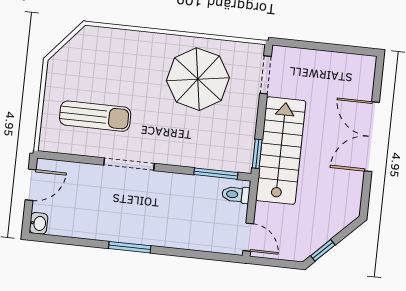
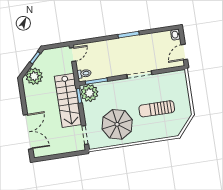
sun lounger: (95, 116) -> (157, 109), moved
double door: (372, 137) -> (28, 132), moved
plant: (236, 154) -> (89, 93), added
plant: (334, 215) -> (34, 76), added
door: (248, 237) -> (73, 55), swing flipped

